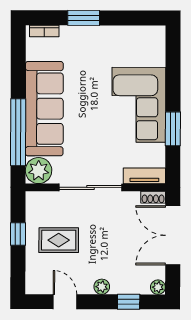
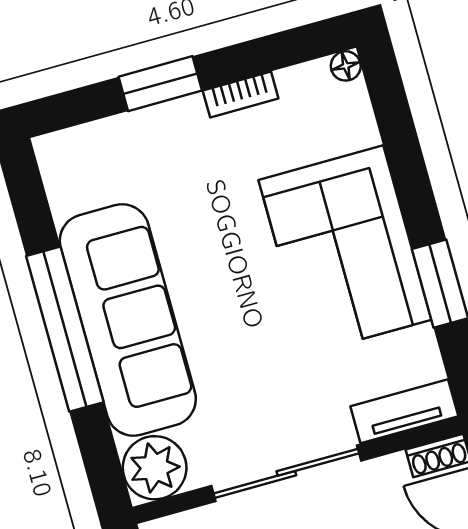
bookcase: (44, 31) -> (241, 94), moved
floor lamp: (160, 32) -> (346, 66), added
window: (18, 132) -> (65, 329), moved

